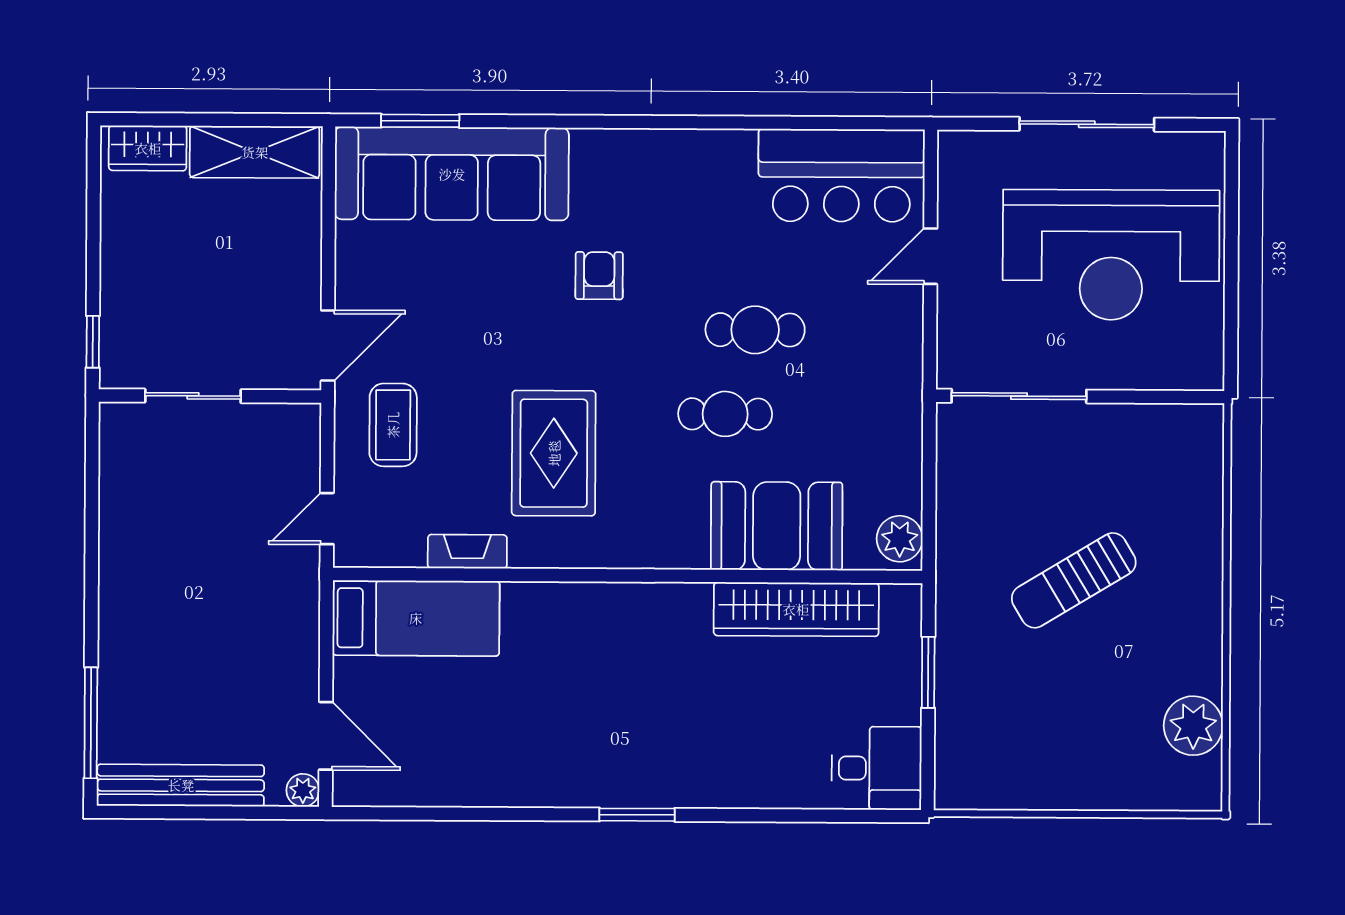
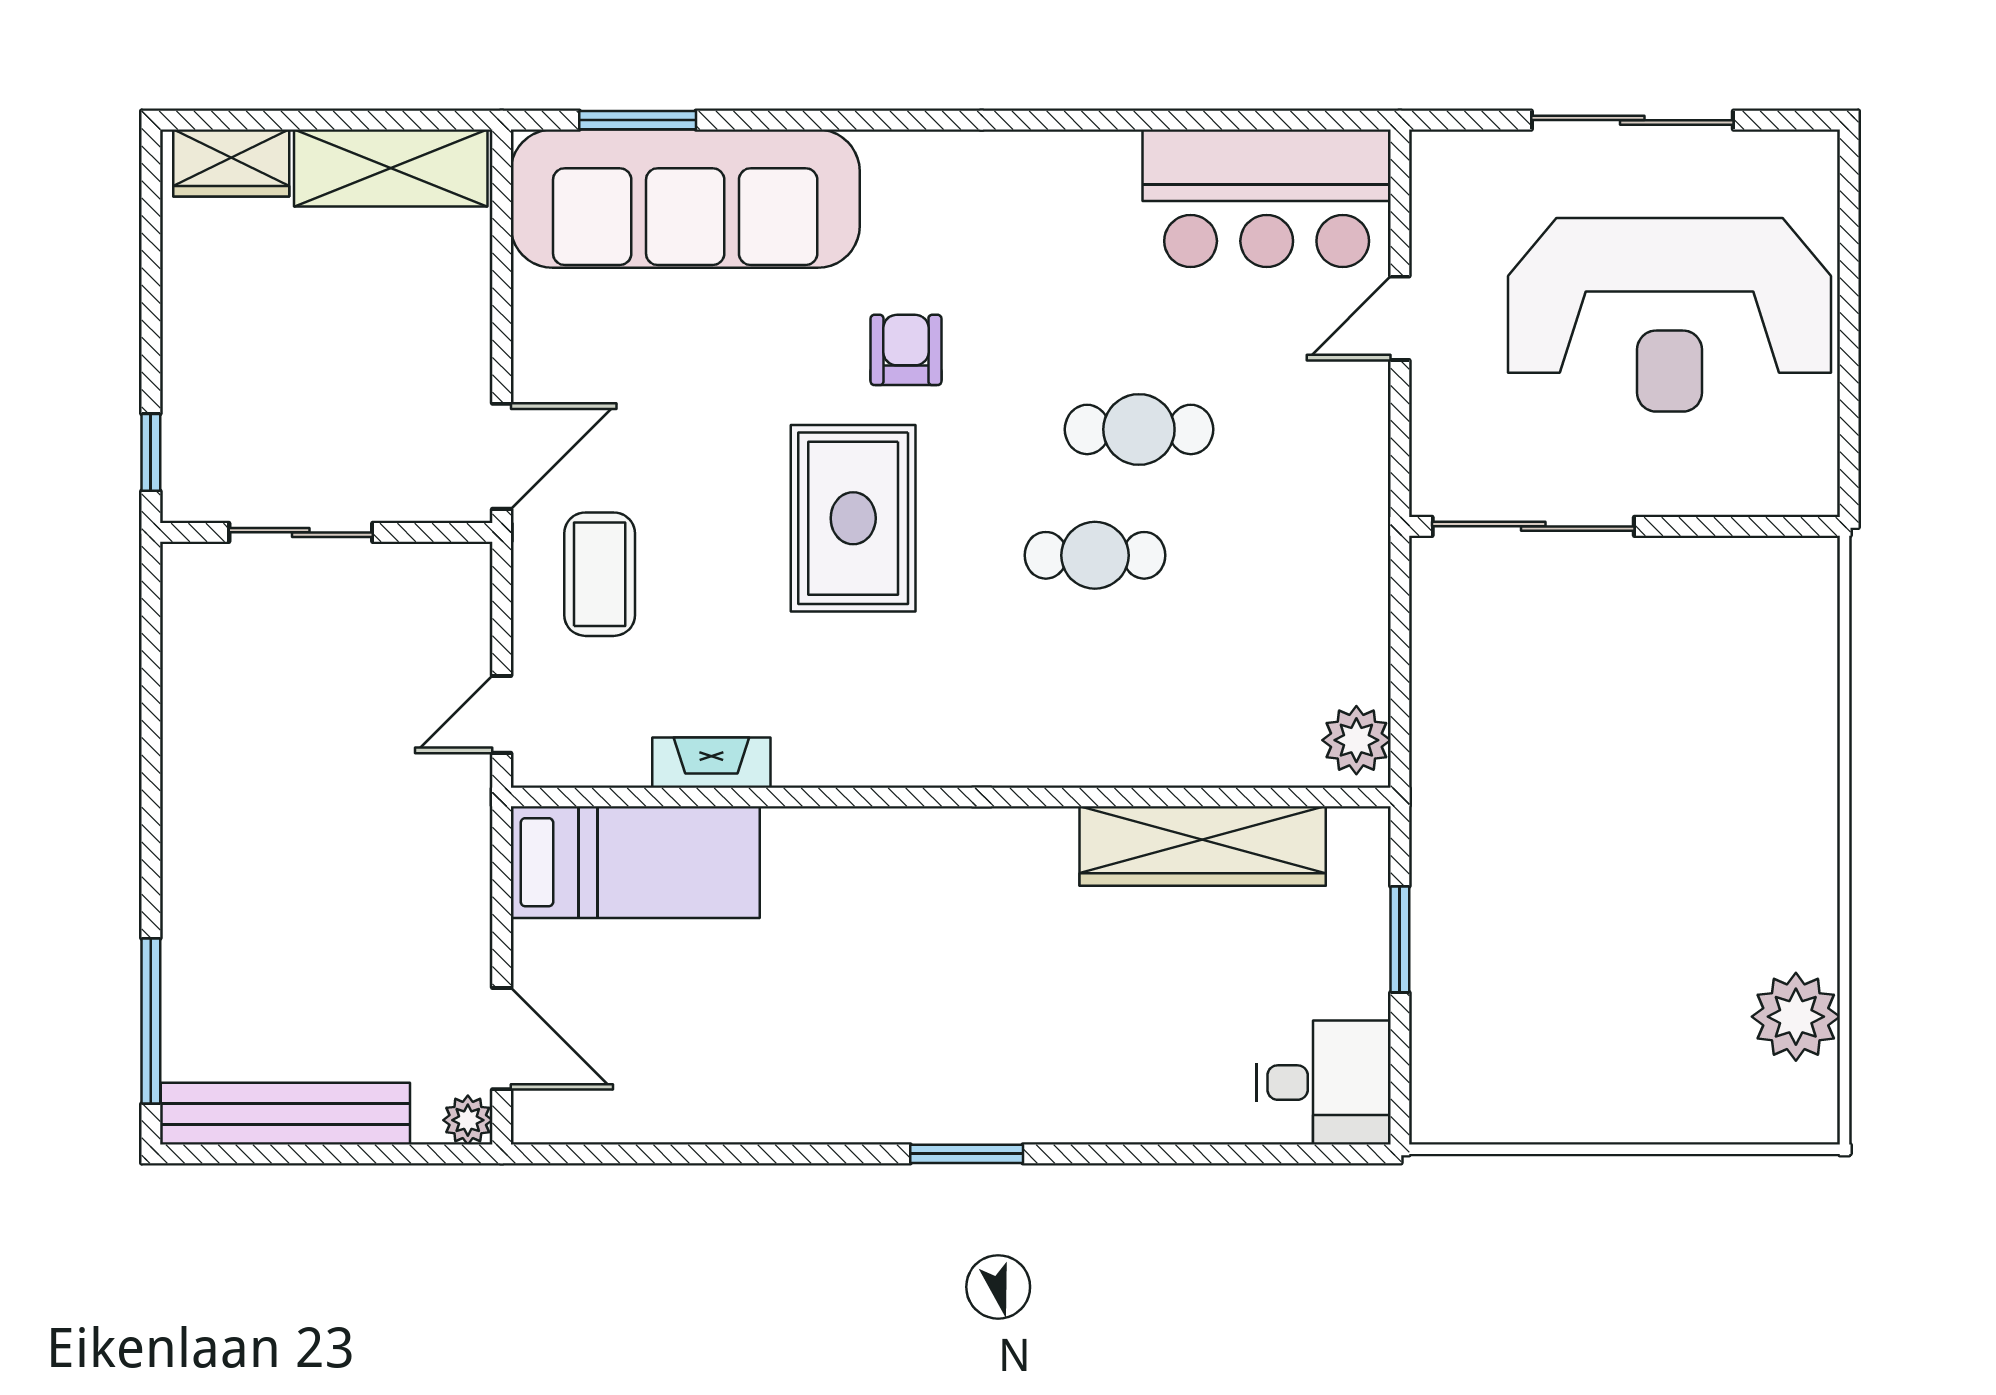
rug: (554, 453) -> (853, 518), moved
booth: (777, 526) -> (1173, 722), removed
sun lounger: (1074, 580) -> (1616, 801), removed

